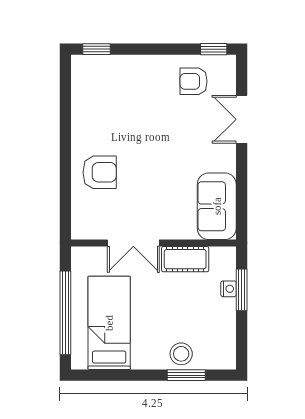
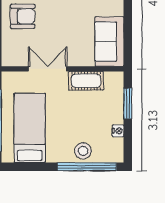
double door: (133, 243) -> (48, 69), swing flipped
nightstand: (228, 289) -> (118, 131), moved
window: (186, 375) -> (87, 167), width x2.11

